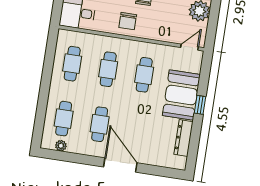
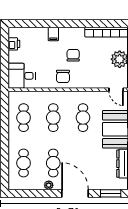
door: (189, 47) -> (116, 90), swing flipped
plant: (61, 146) -> (49, 185), moved
window: (163, 172) -> (111, 193), added

